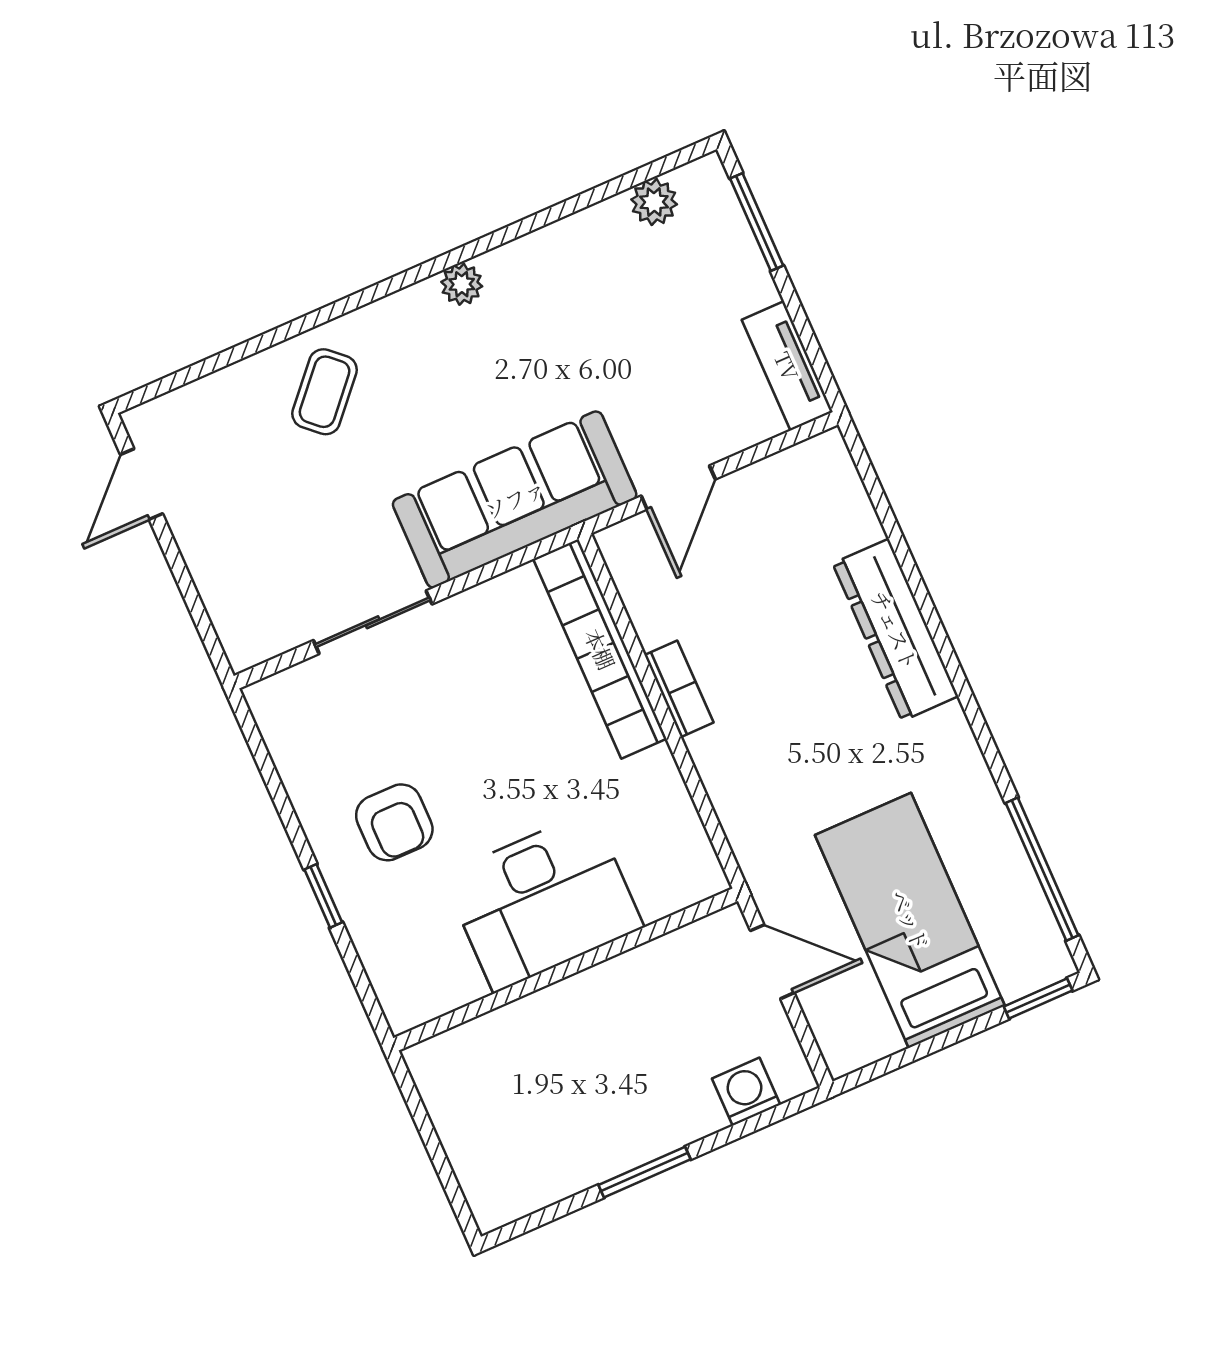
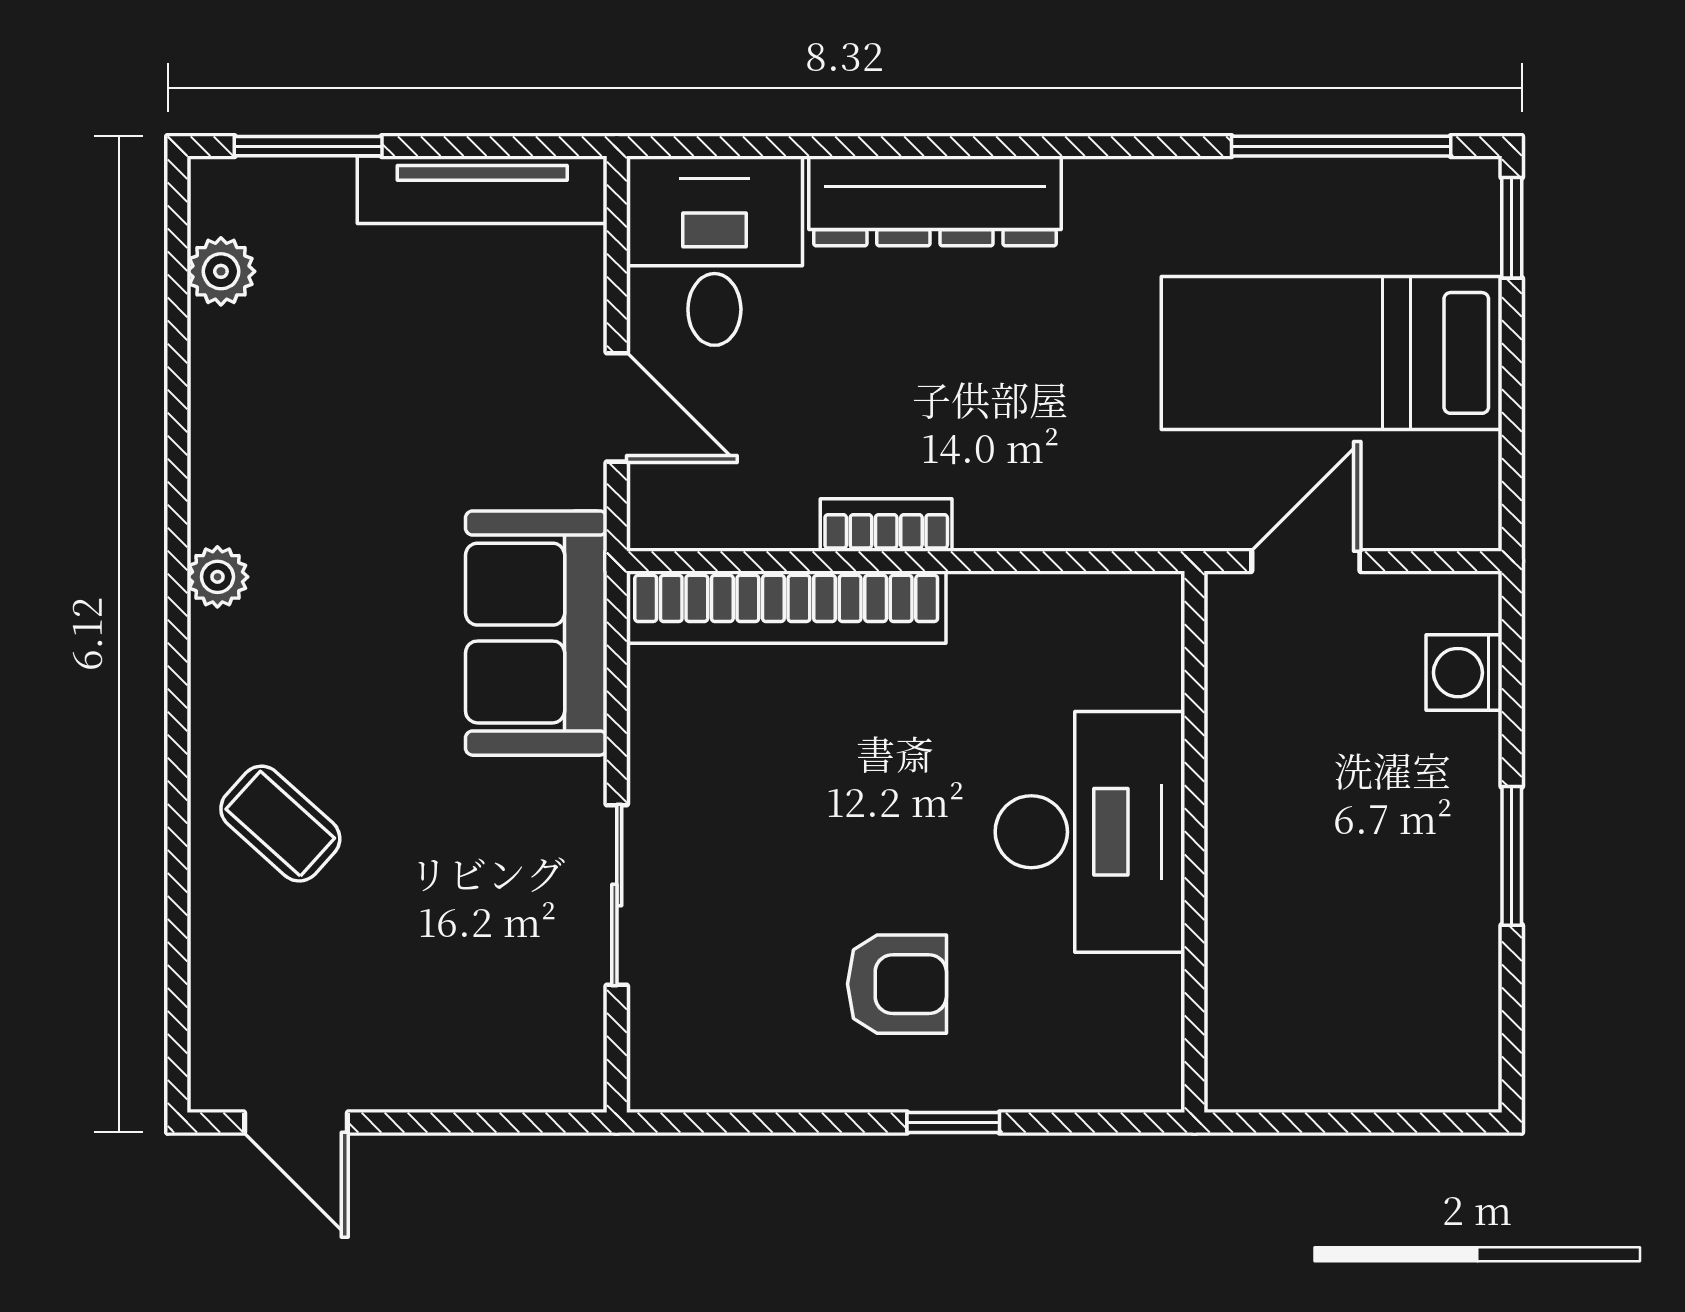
tv unit: (787, 366) -> (482, 190), width x1.41
sofa: (515, 499) -> (536, 633), width x0.73
desk: (803, 505) -> (714, 251), added

